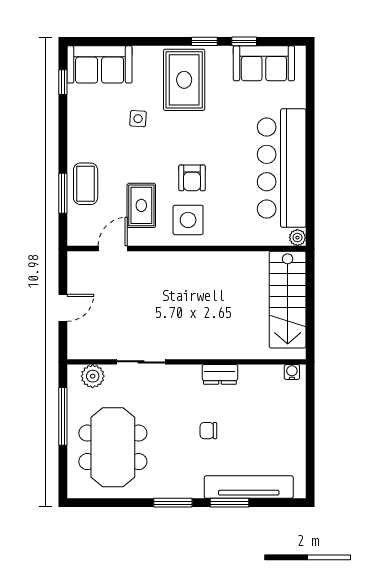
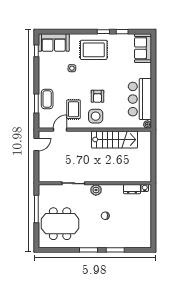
sofa: (264, 63) -> (143, 48), moved, turned 90
rug: (184, 80) -> (94, 50), turned 90
bar counter: (282, 168) -> (140, 99), width x0.73
stairs: (288, 300) -> (114, 139), moved, turned -90
door: (63, 308) -> (36, 144), moved
dresser: (220, 374) -> (132, 189), moved
plant: (93, 376) -> (96, 190), moved
meeting table: (113, 447) -> (60, 224), turned 90
tv unit: (249, 487) -> (124, 242), removed

